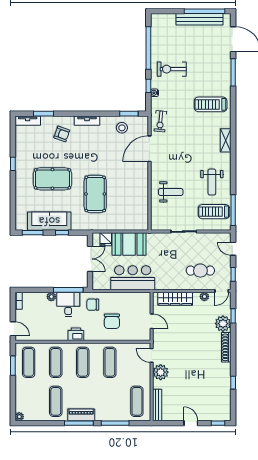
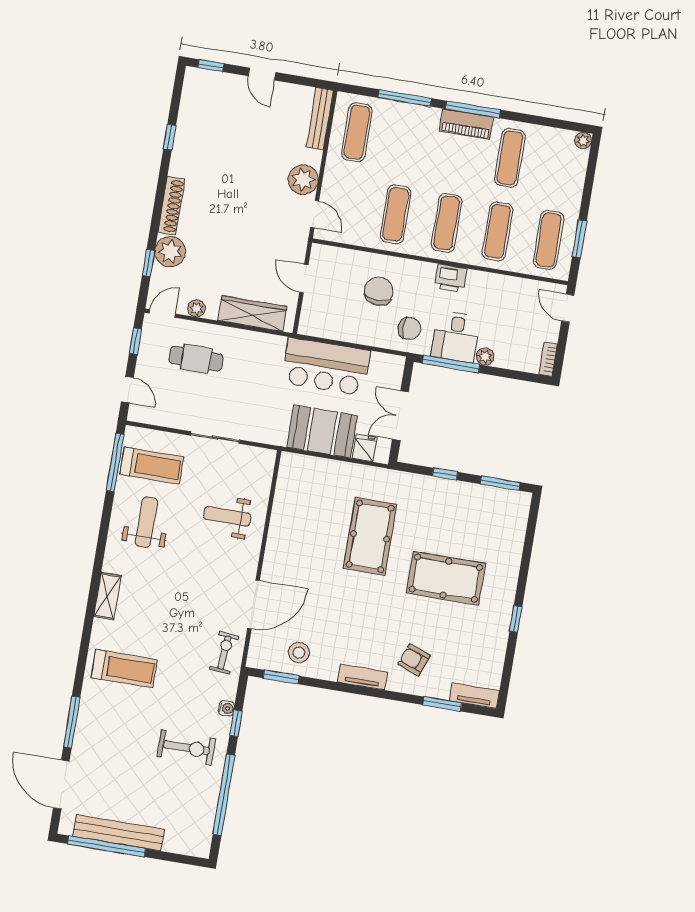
sofa: (49, 221) -> (465, 499), removed

